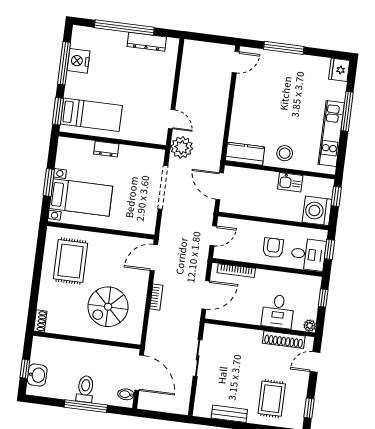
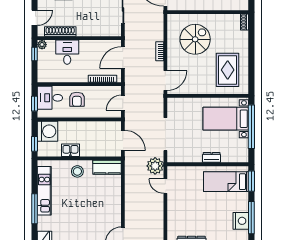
window: (49, 183) -> (251, 127), width x2.11
window: (323, 298) -> (35, 54), moved

